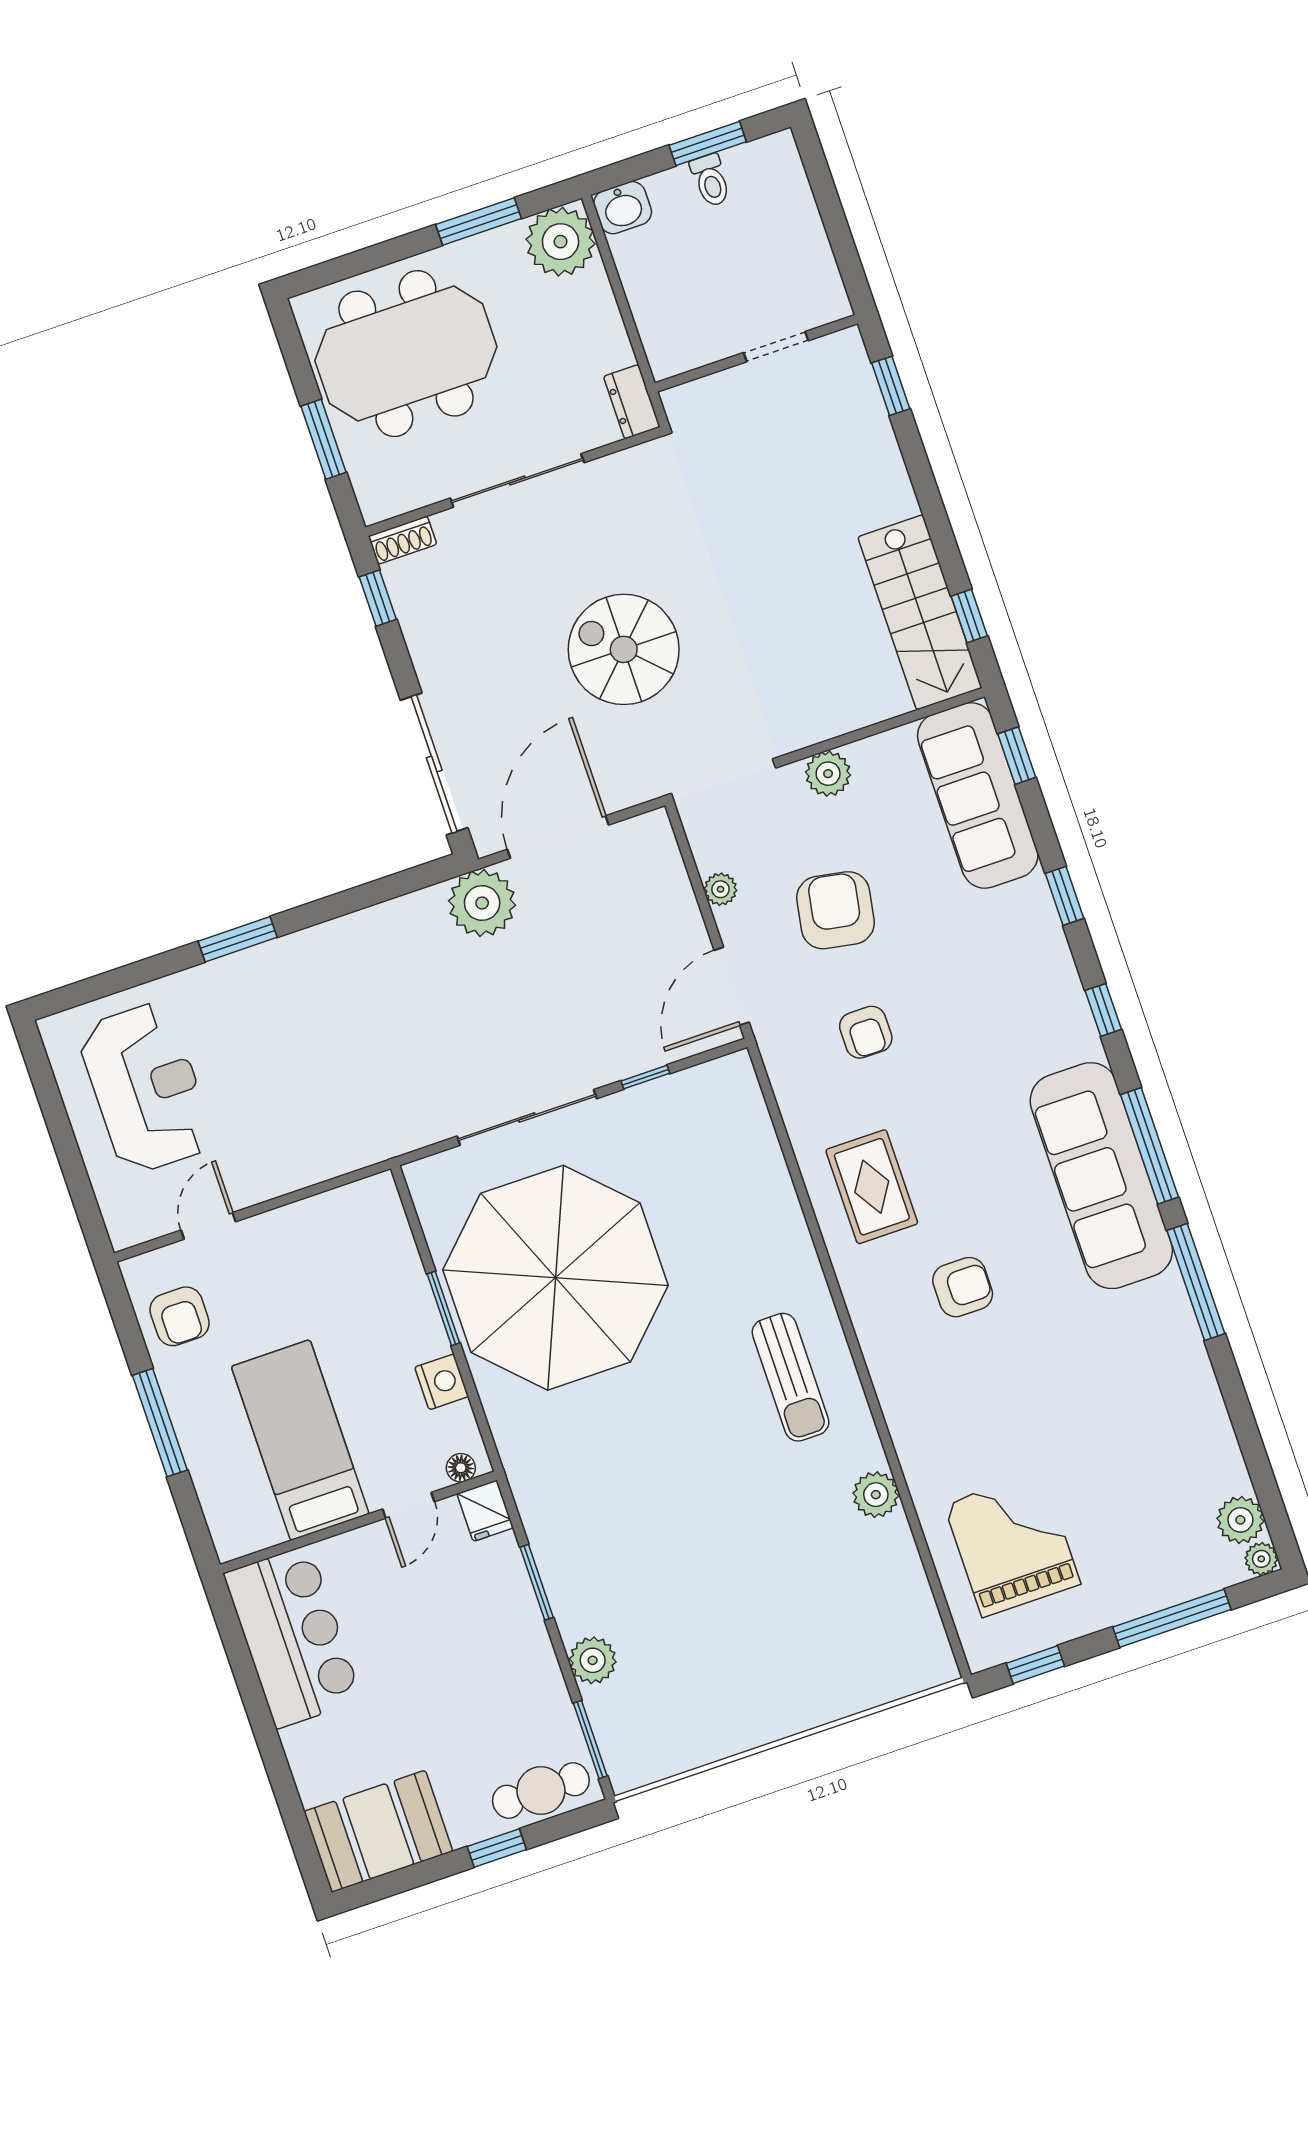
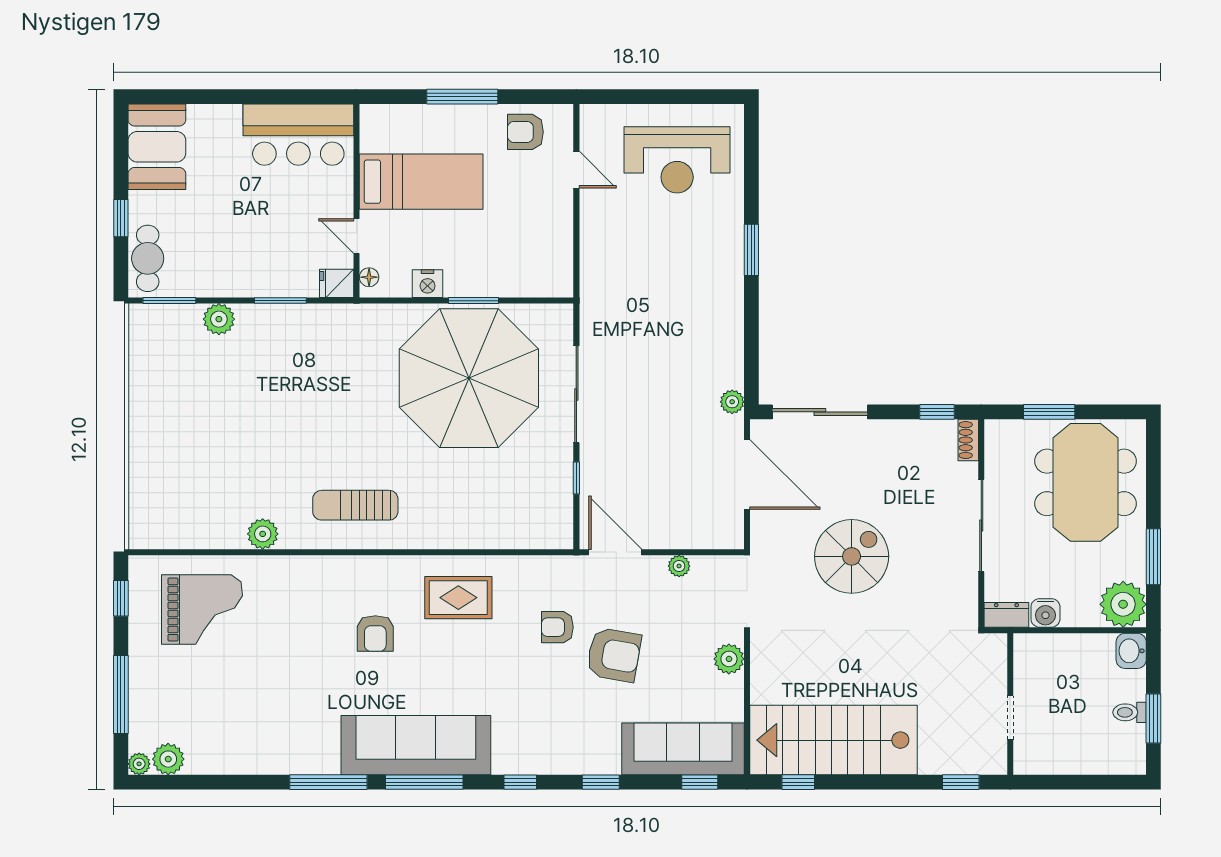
water cooler: (610, 347) -> (1045, 613), added
stairs: (920, 612) -> (833, 740), width x1.36, depth x1.51
plant: (482, 903) -> (732, 402), width x0.53, depth x0.53
armchair: (835, 910) -> (614, 655), moved

